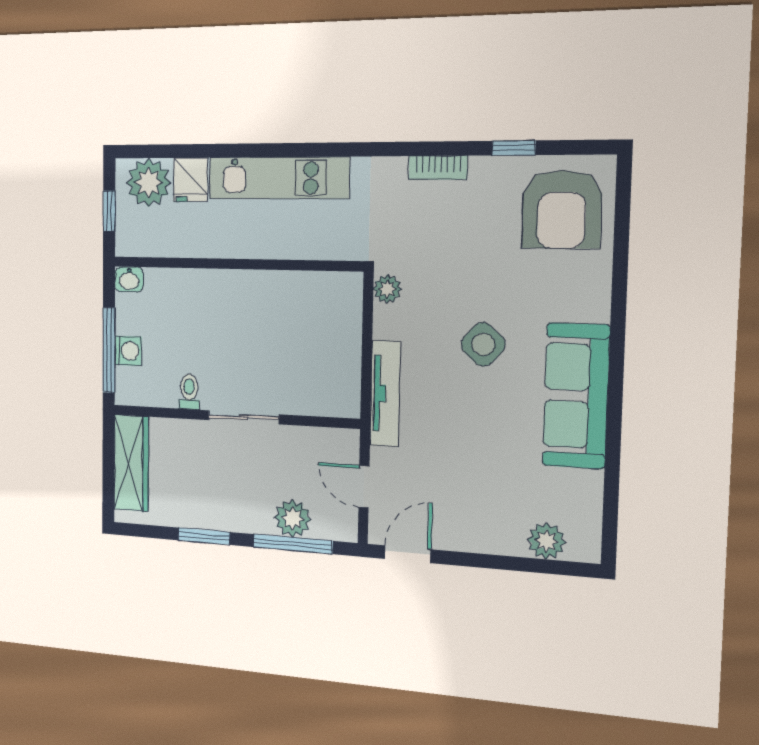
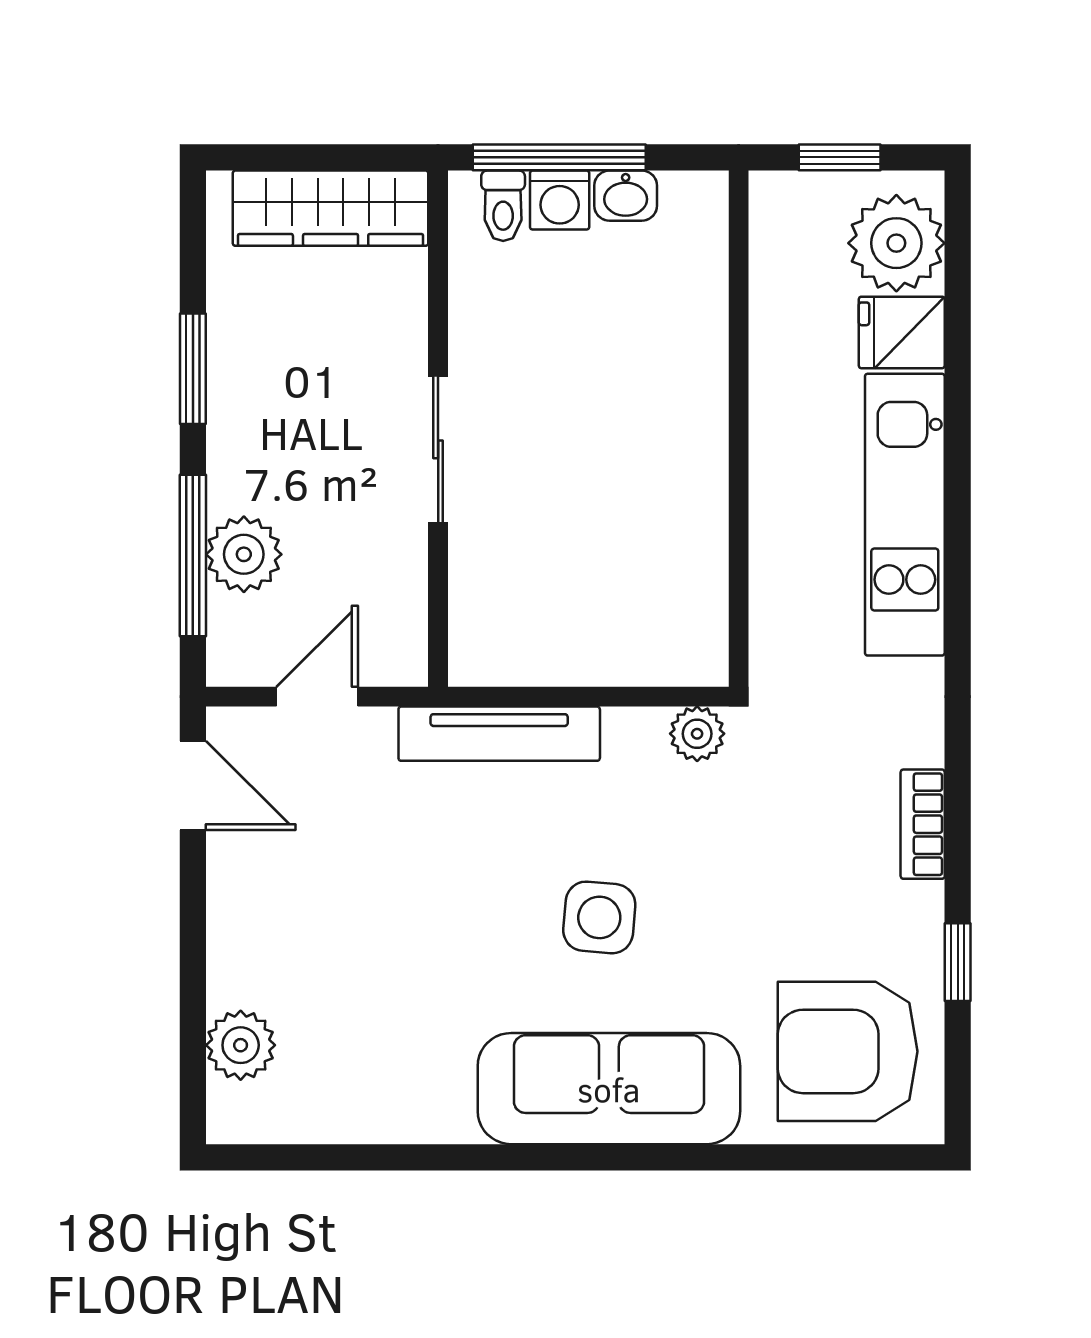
washbasin: (129, 279) -> (626, 196), moved, turned -90
side table: (483, 344) -> (599, 917), turned -37
toilet: (189, 392) -> (503, 206), moved, turned 90
sofa: (576, 396) -> (609, 1089), moved

